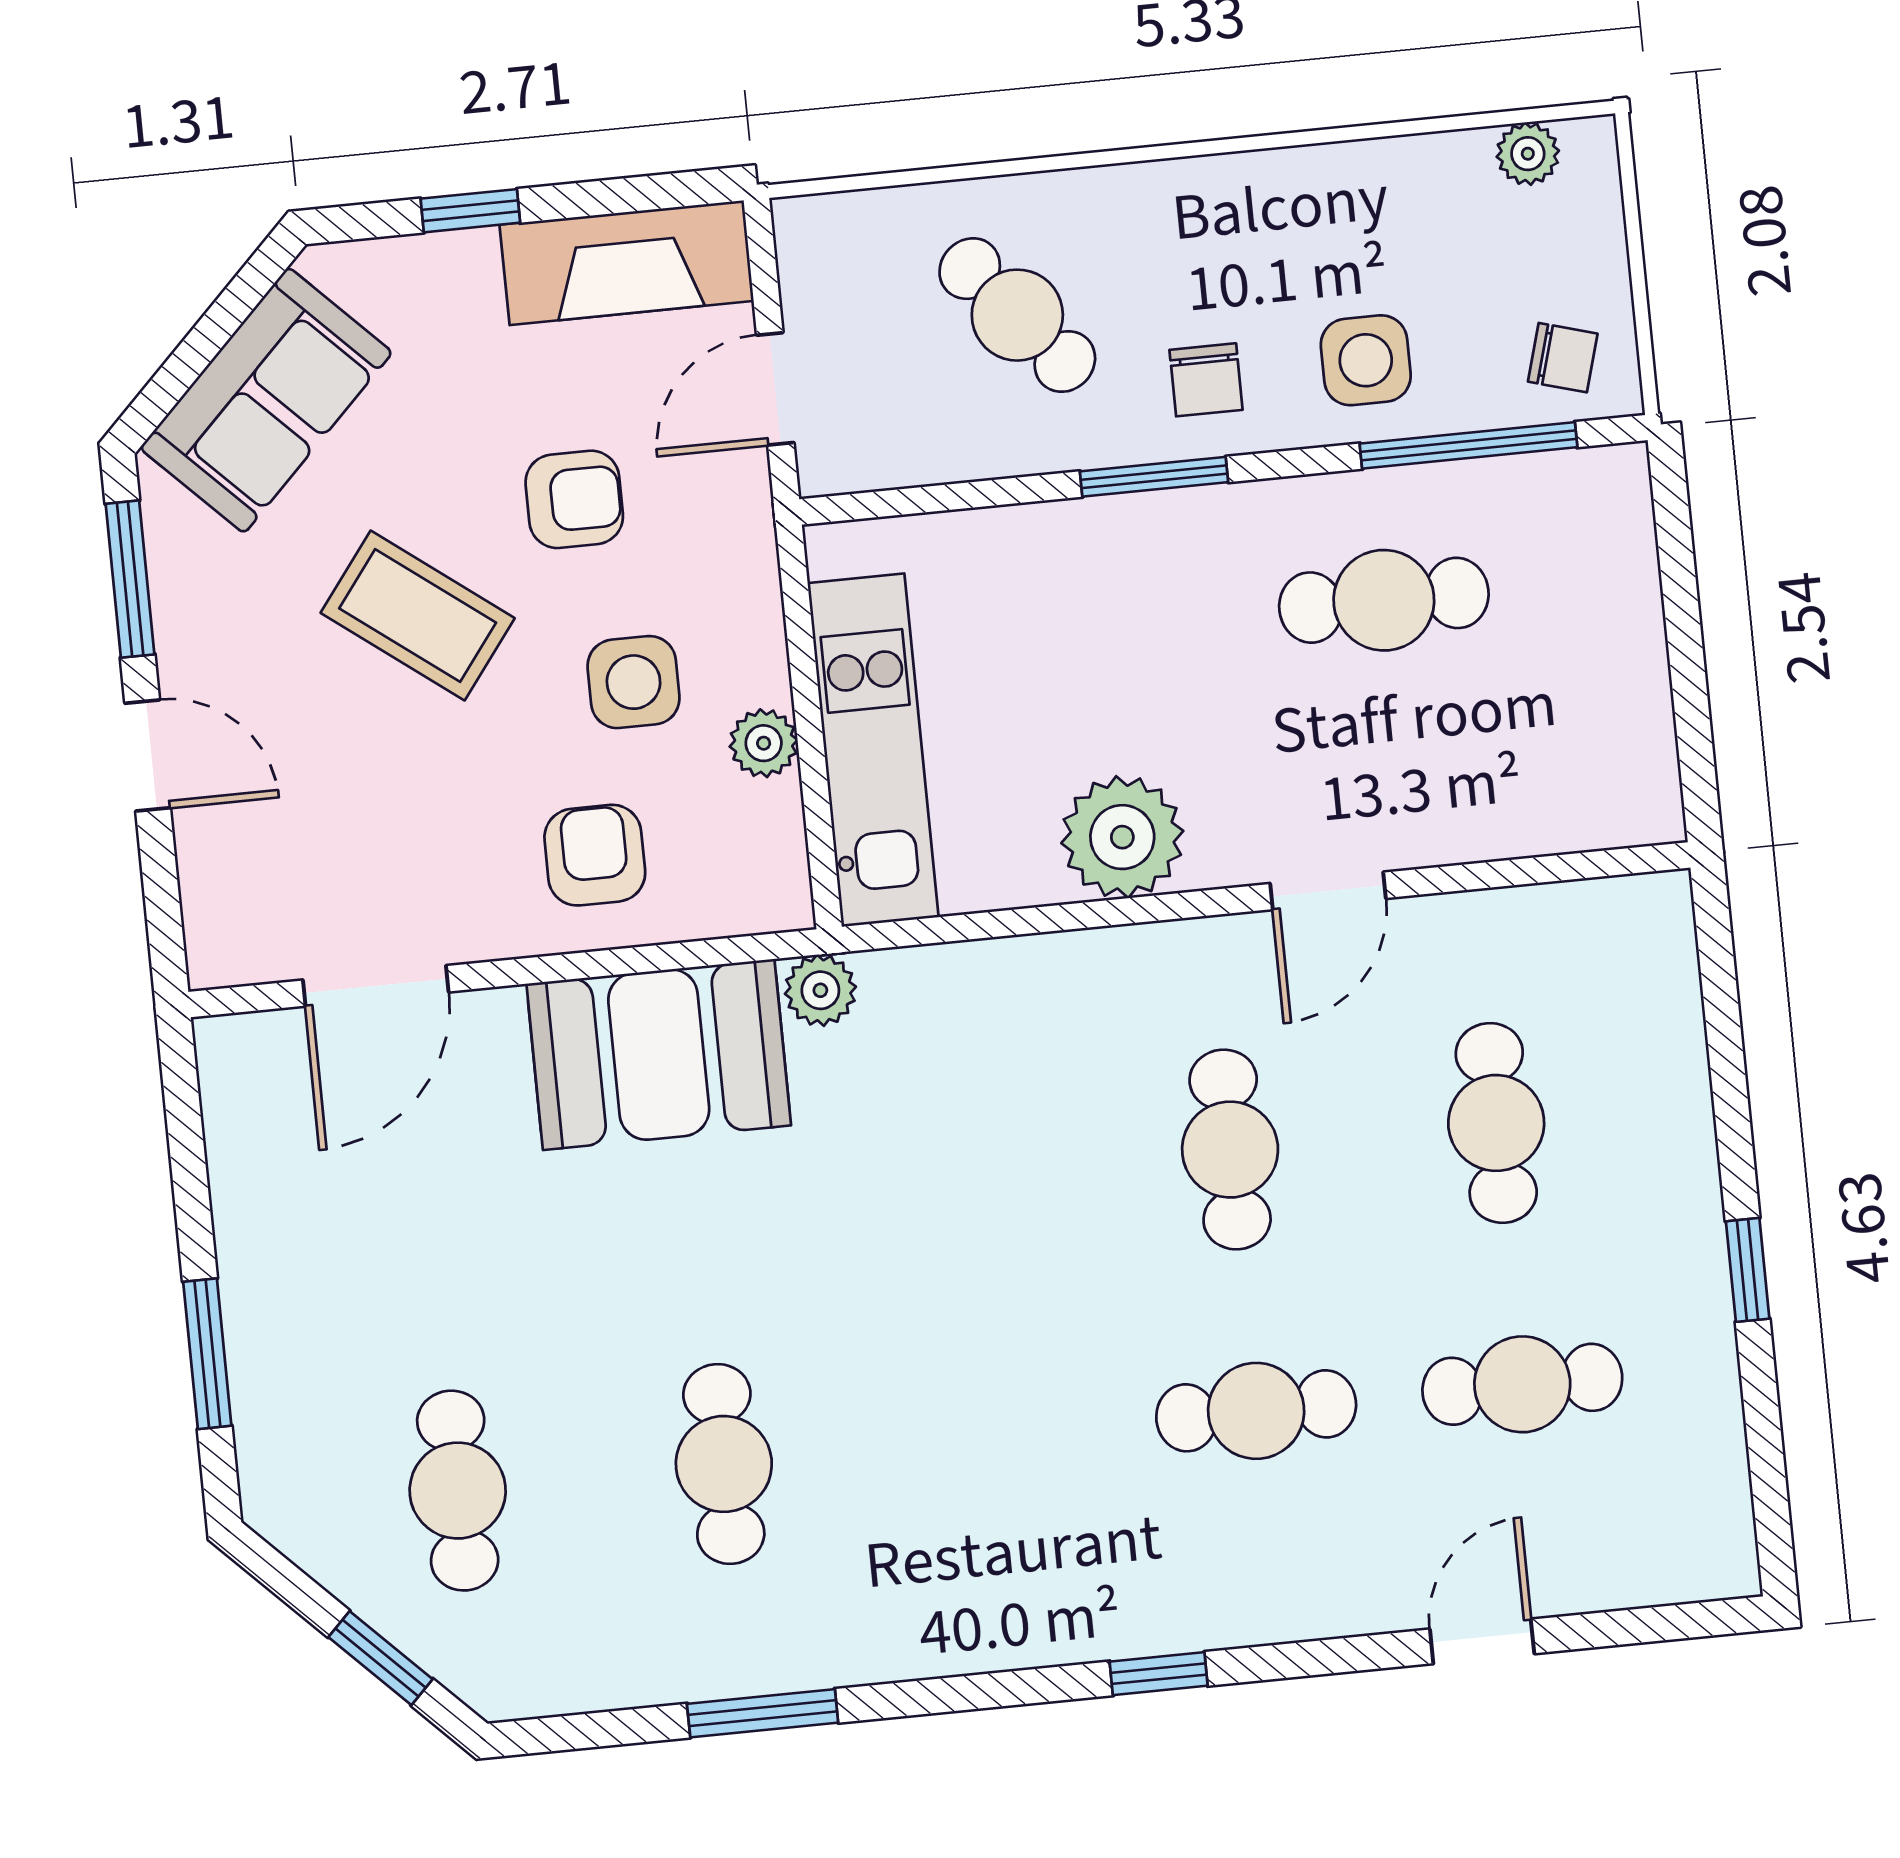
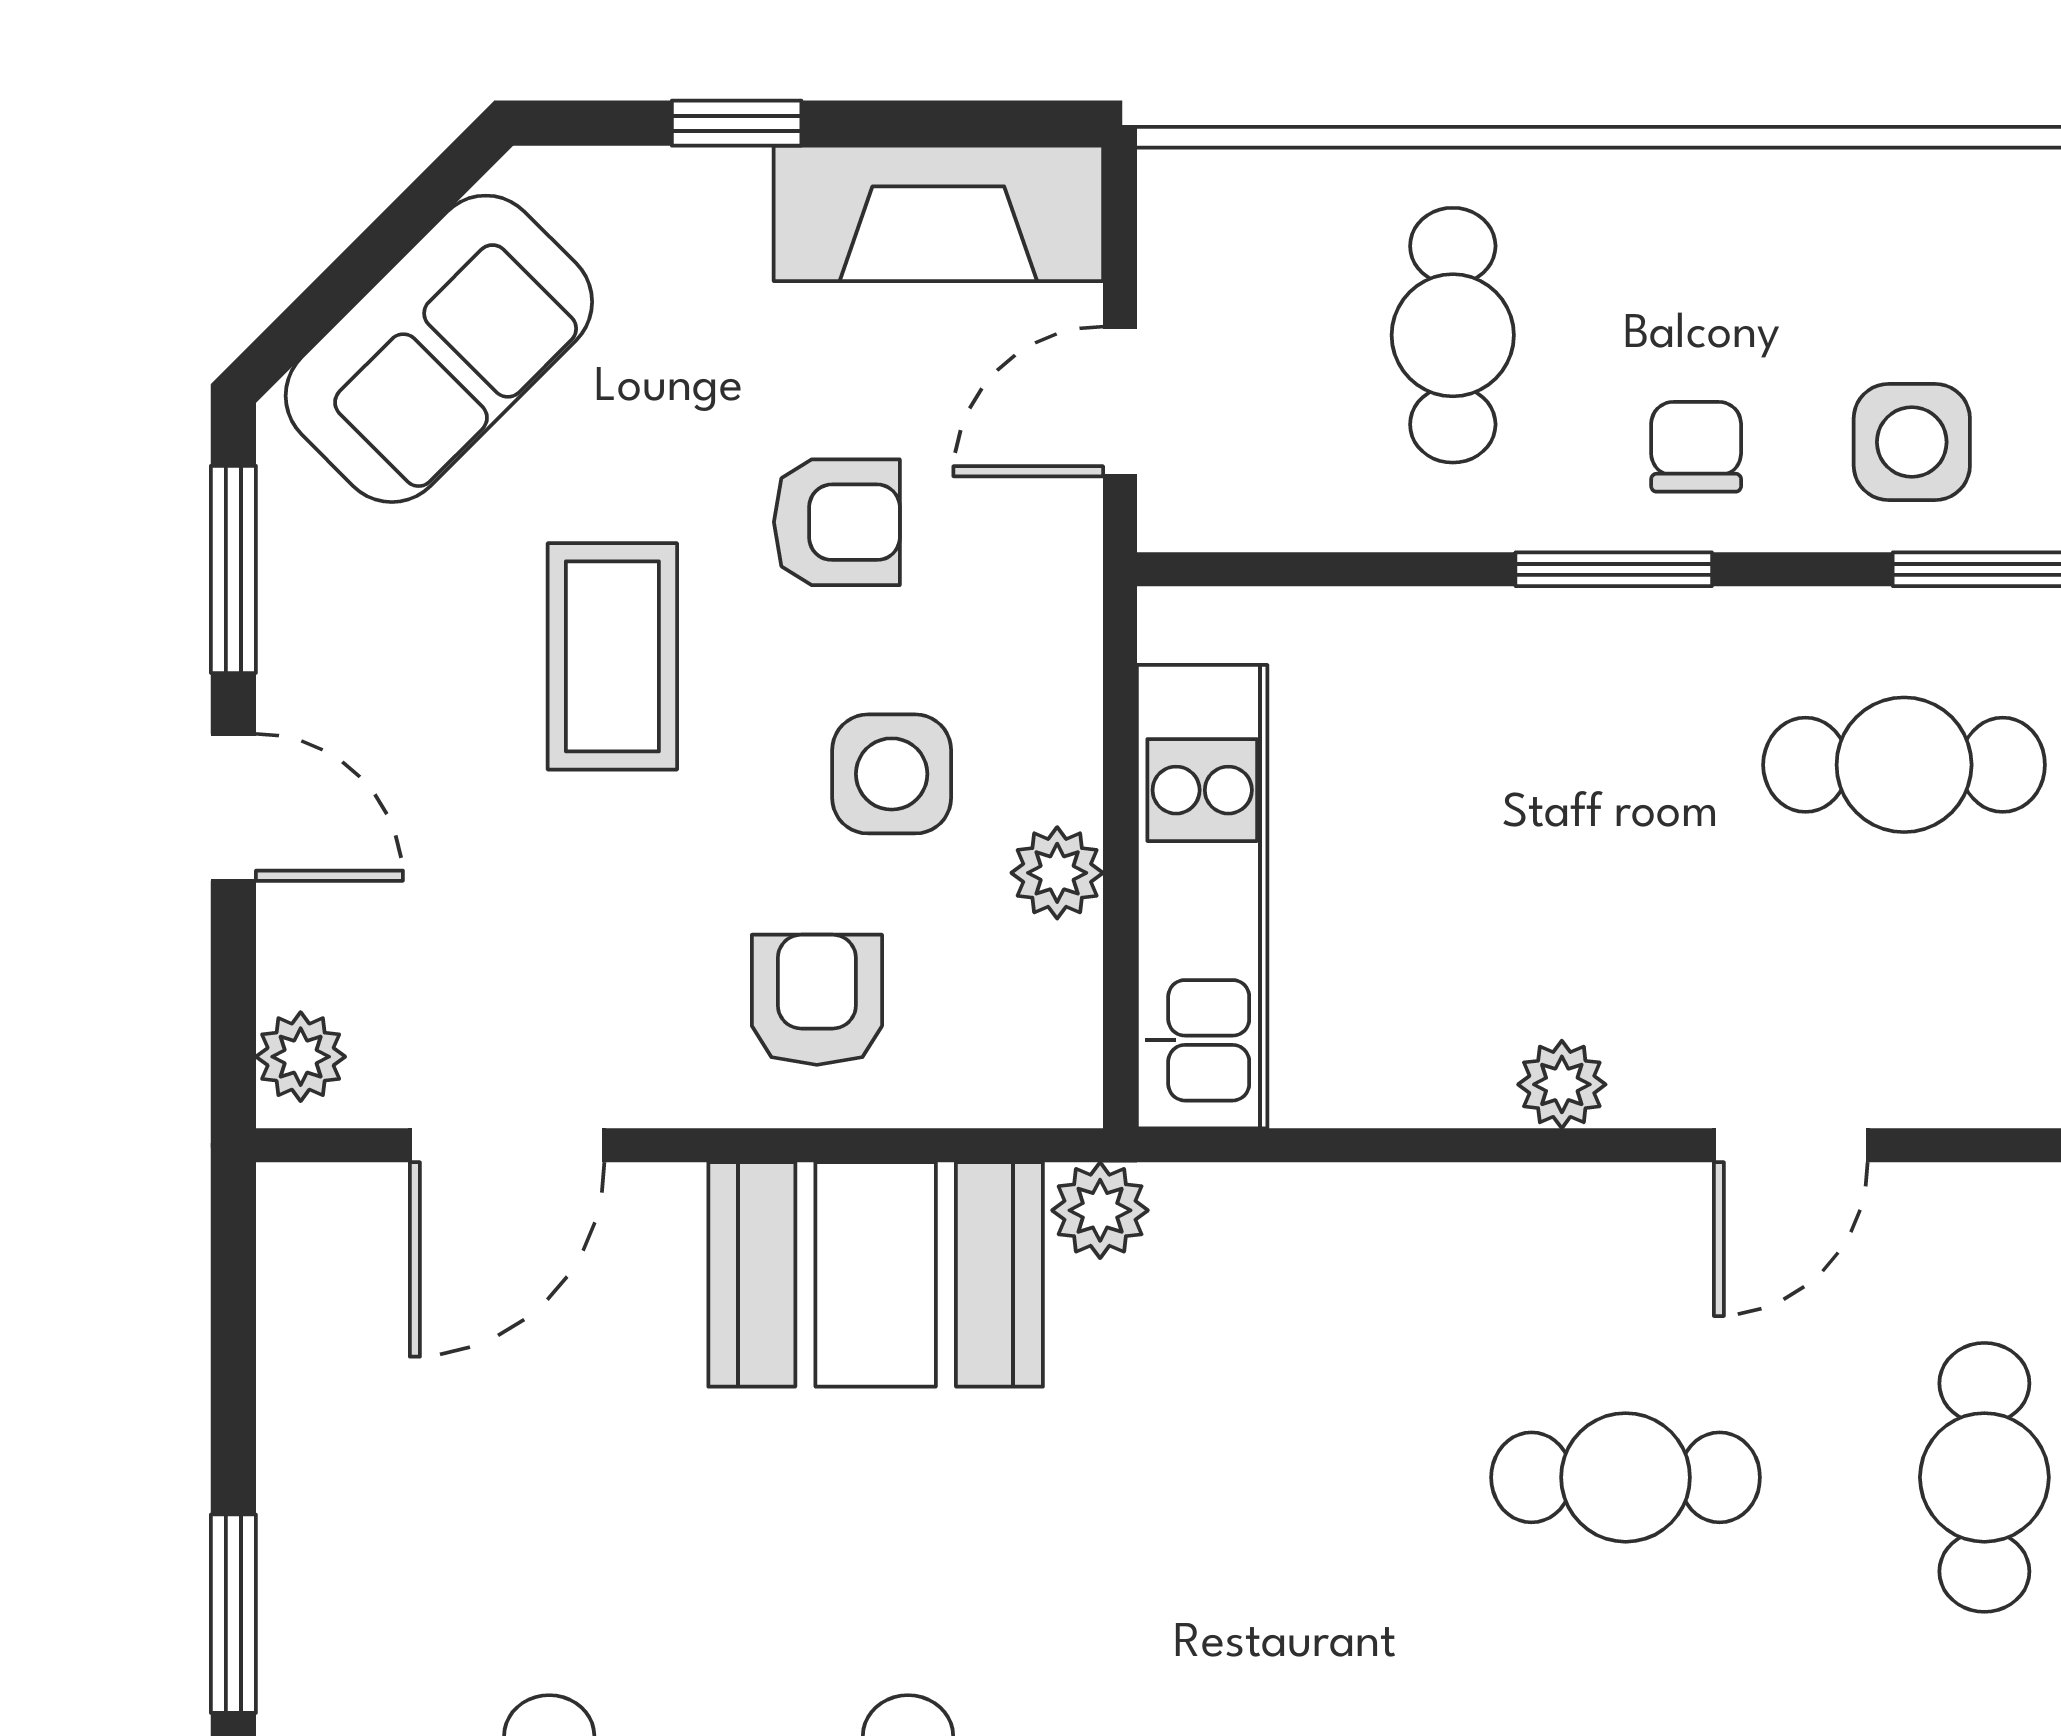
cafe table: (1017, 315) -> (1453, 335), turned 40
chair: (1206, 380) -> (1696, 447), turned 180
coffee table: (418, 615) -> (612, 656), turned 53
plant: (1122, 837) -> (1562, 1084), width x0.53, depth x0.53
plant: (216, 936) -> (301, 1057), added
cafe table: (1230, 1150) -> (1626, 1477), turned 90

